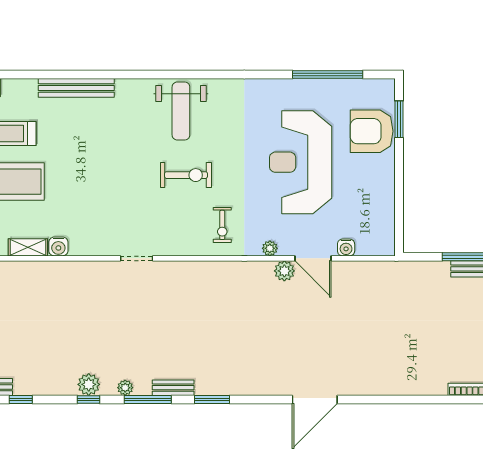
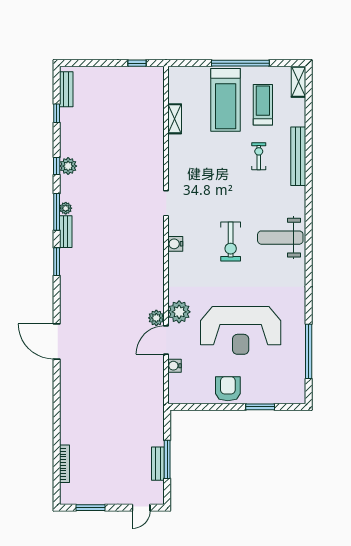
window: (399, 119) -> (260, 407), moved
armchair: (372, 131) -> (228, 389), moved, width x0.73, depth x0.73
reception desk: (301, 162) -> (241, 330), turned 180
exercise bike: (222, 225) -> (259, 156), moved, turned 90
water cooler: (58, 246) -> (175, 244), moved
plant: (270, 248) -> (179, 312), width x1.88, depth x1.88
plant: (125, 388) -> (66, 208), moved

